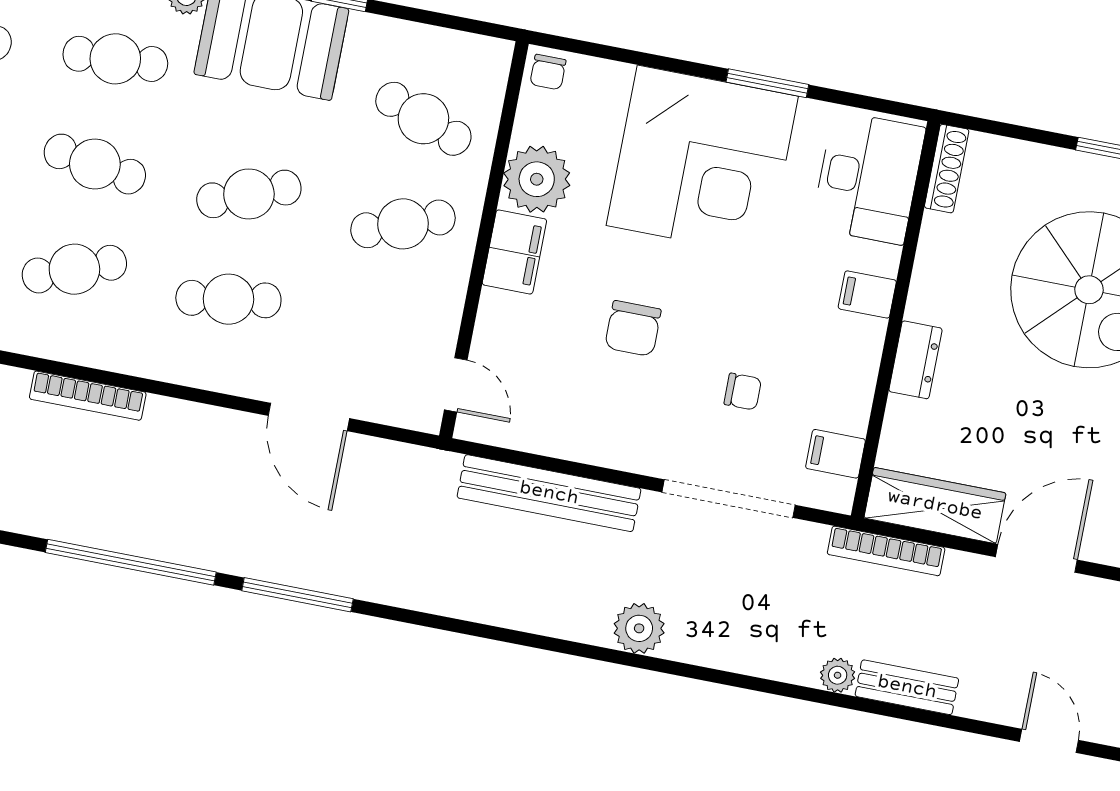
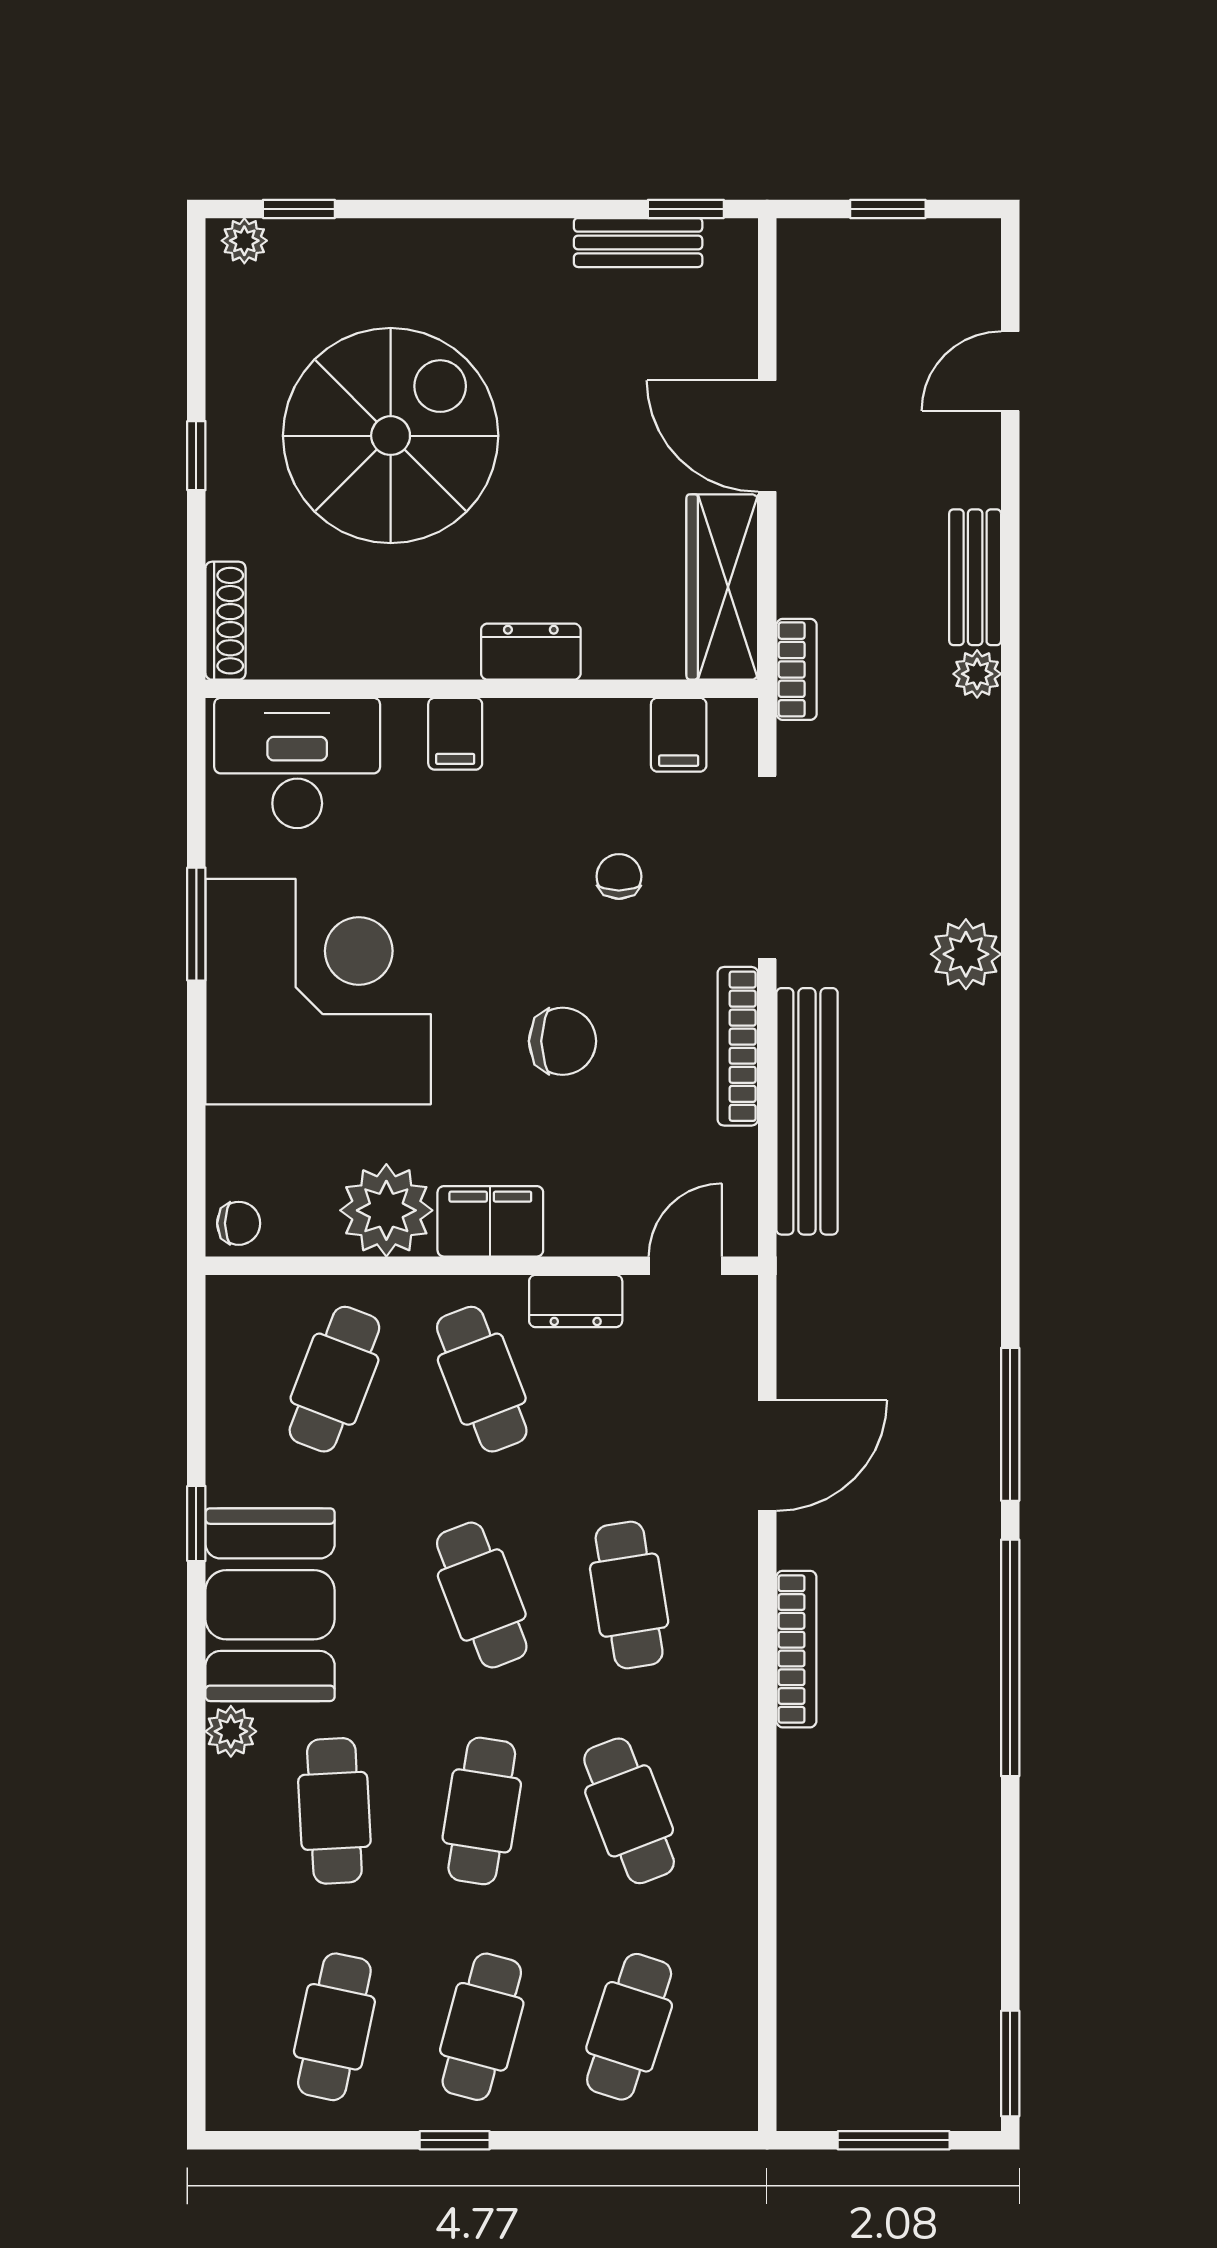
shoe rack: (947, 169) -> (225, 621), moved, turned 90
dresser: (446, 302) -> (576, 1301), added
bookcase: (88, 396) -> (796, 1649), moved
bookcase: (605, 453) -> (738, 1046), added
bookcase: (886, 551) -> (797, 669), width x0.64

